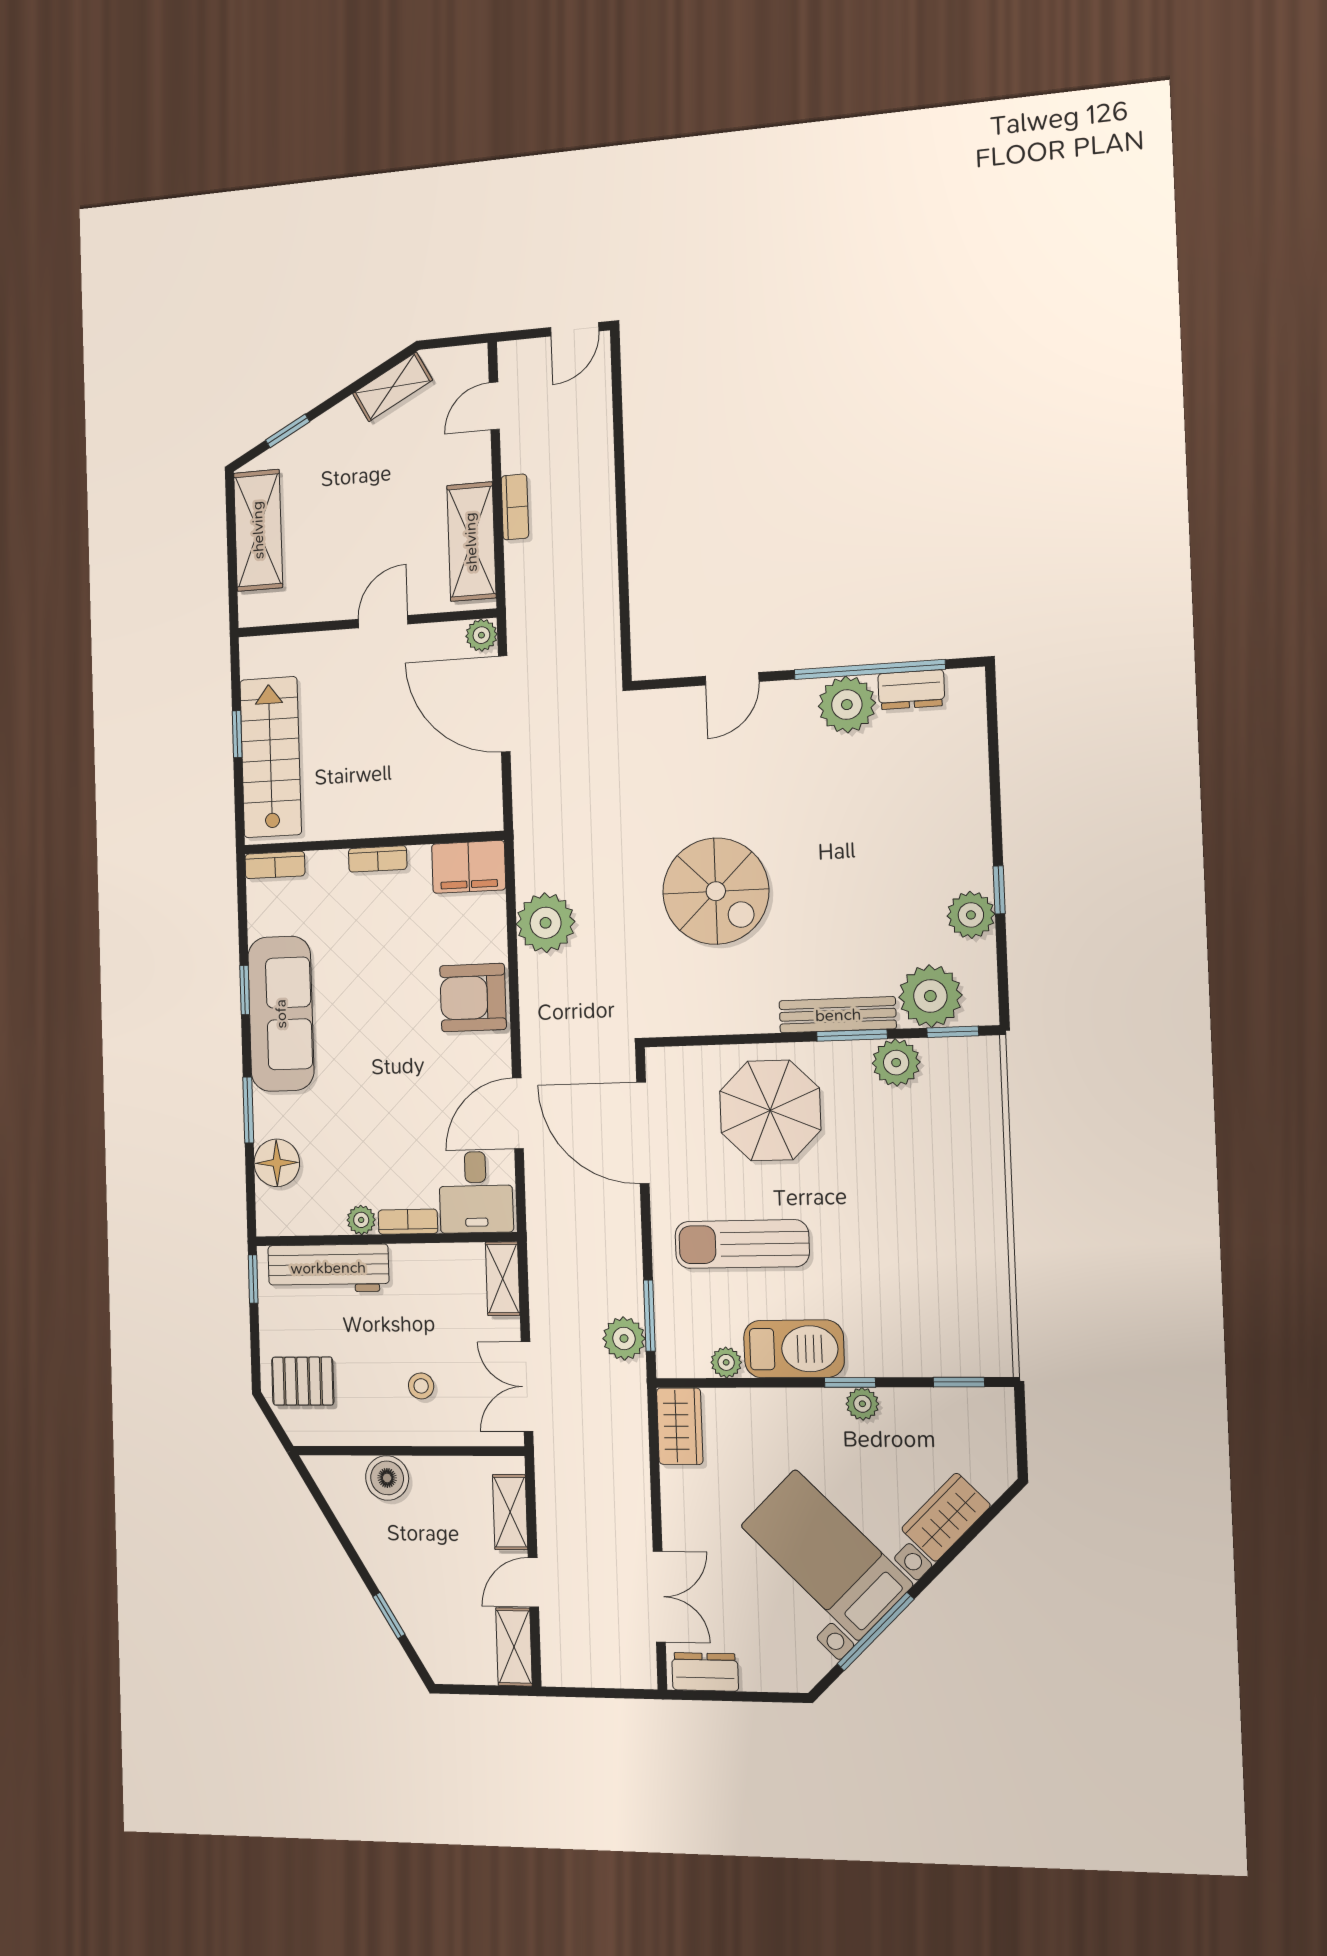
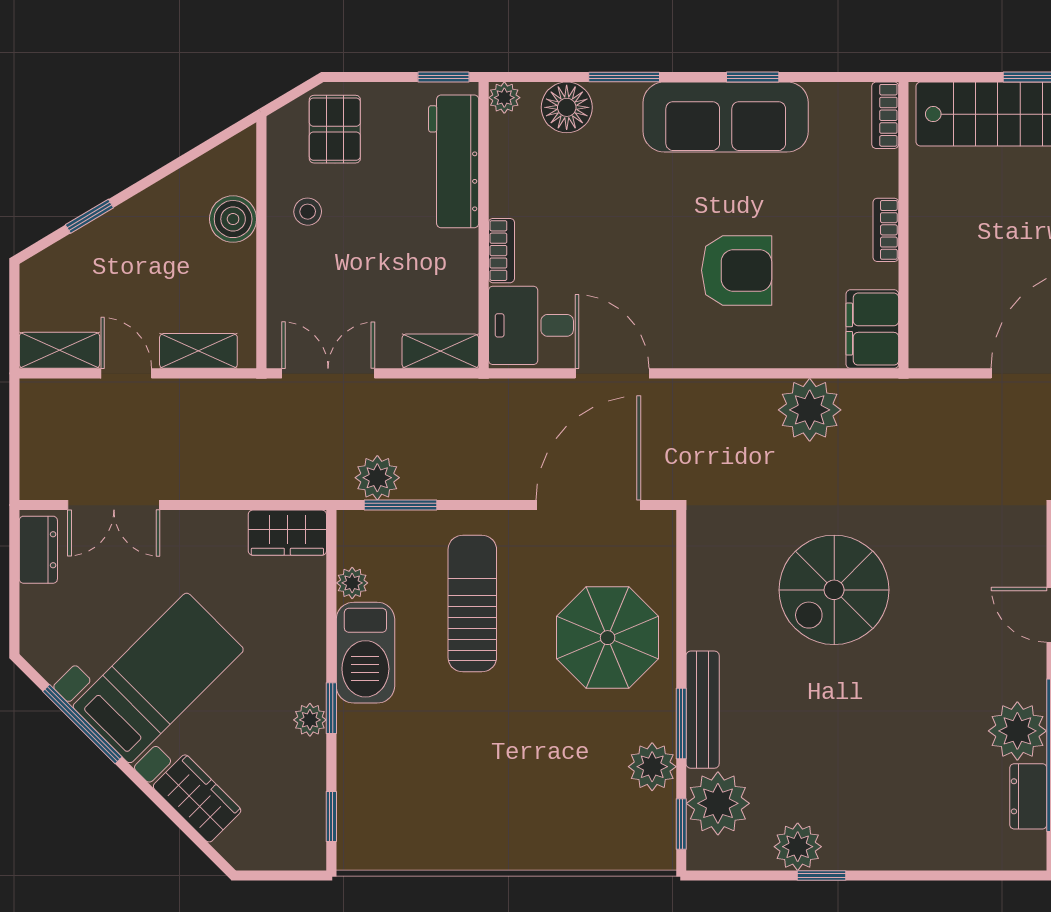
armchair: (473, 998) -> (737, 270), moved, turned 90
plant: (361, 1220) -> (504, 98), moved
stool: (421, 1386) -> (308, 212), moved

